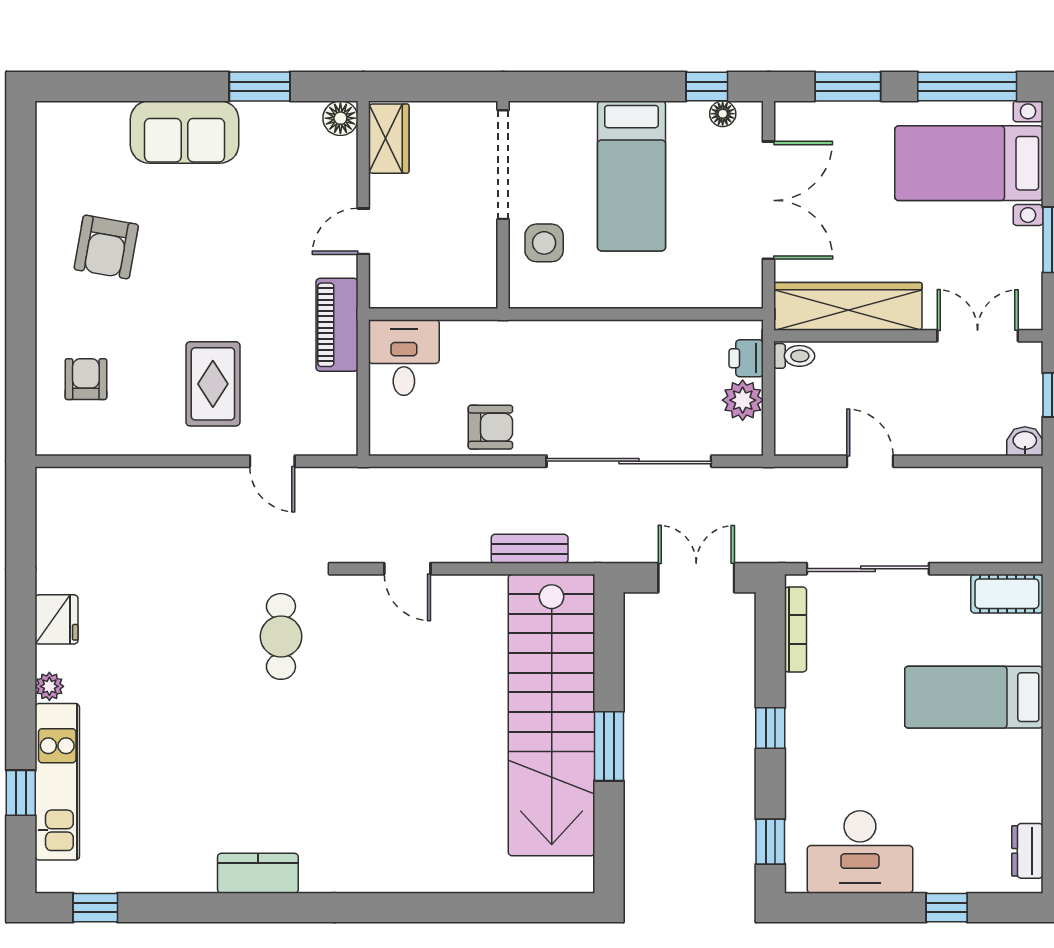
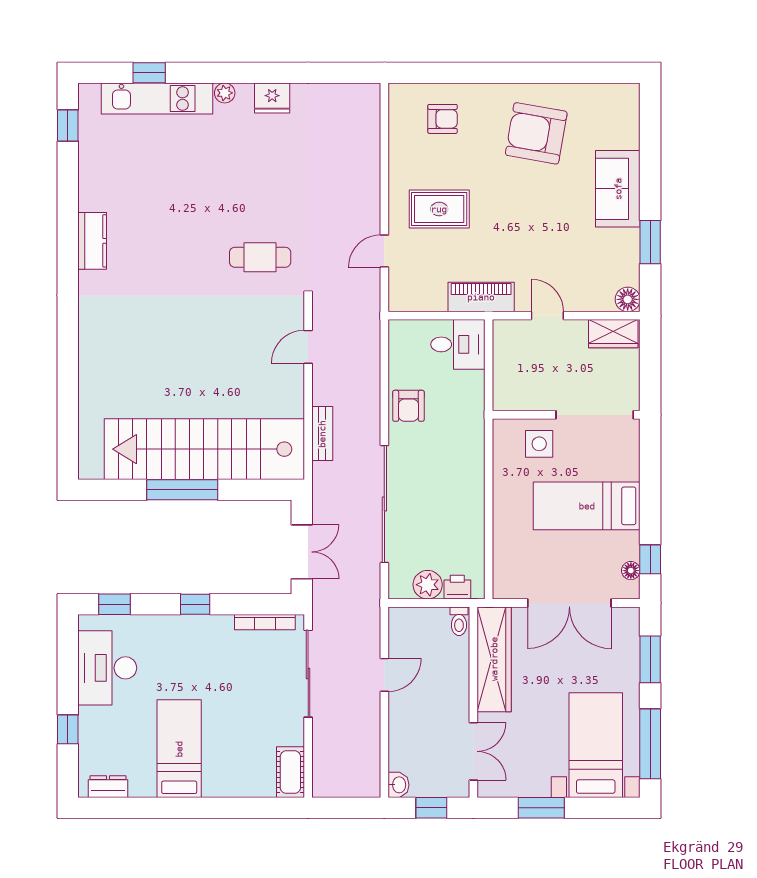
armchair: (106, 247) -> (536, 133), width x1.36, depth x1.36
bed: (974, 697) -> (179, 749), moved
window: (609, 746) -> (182, 490), width x1.44

